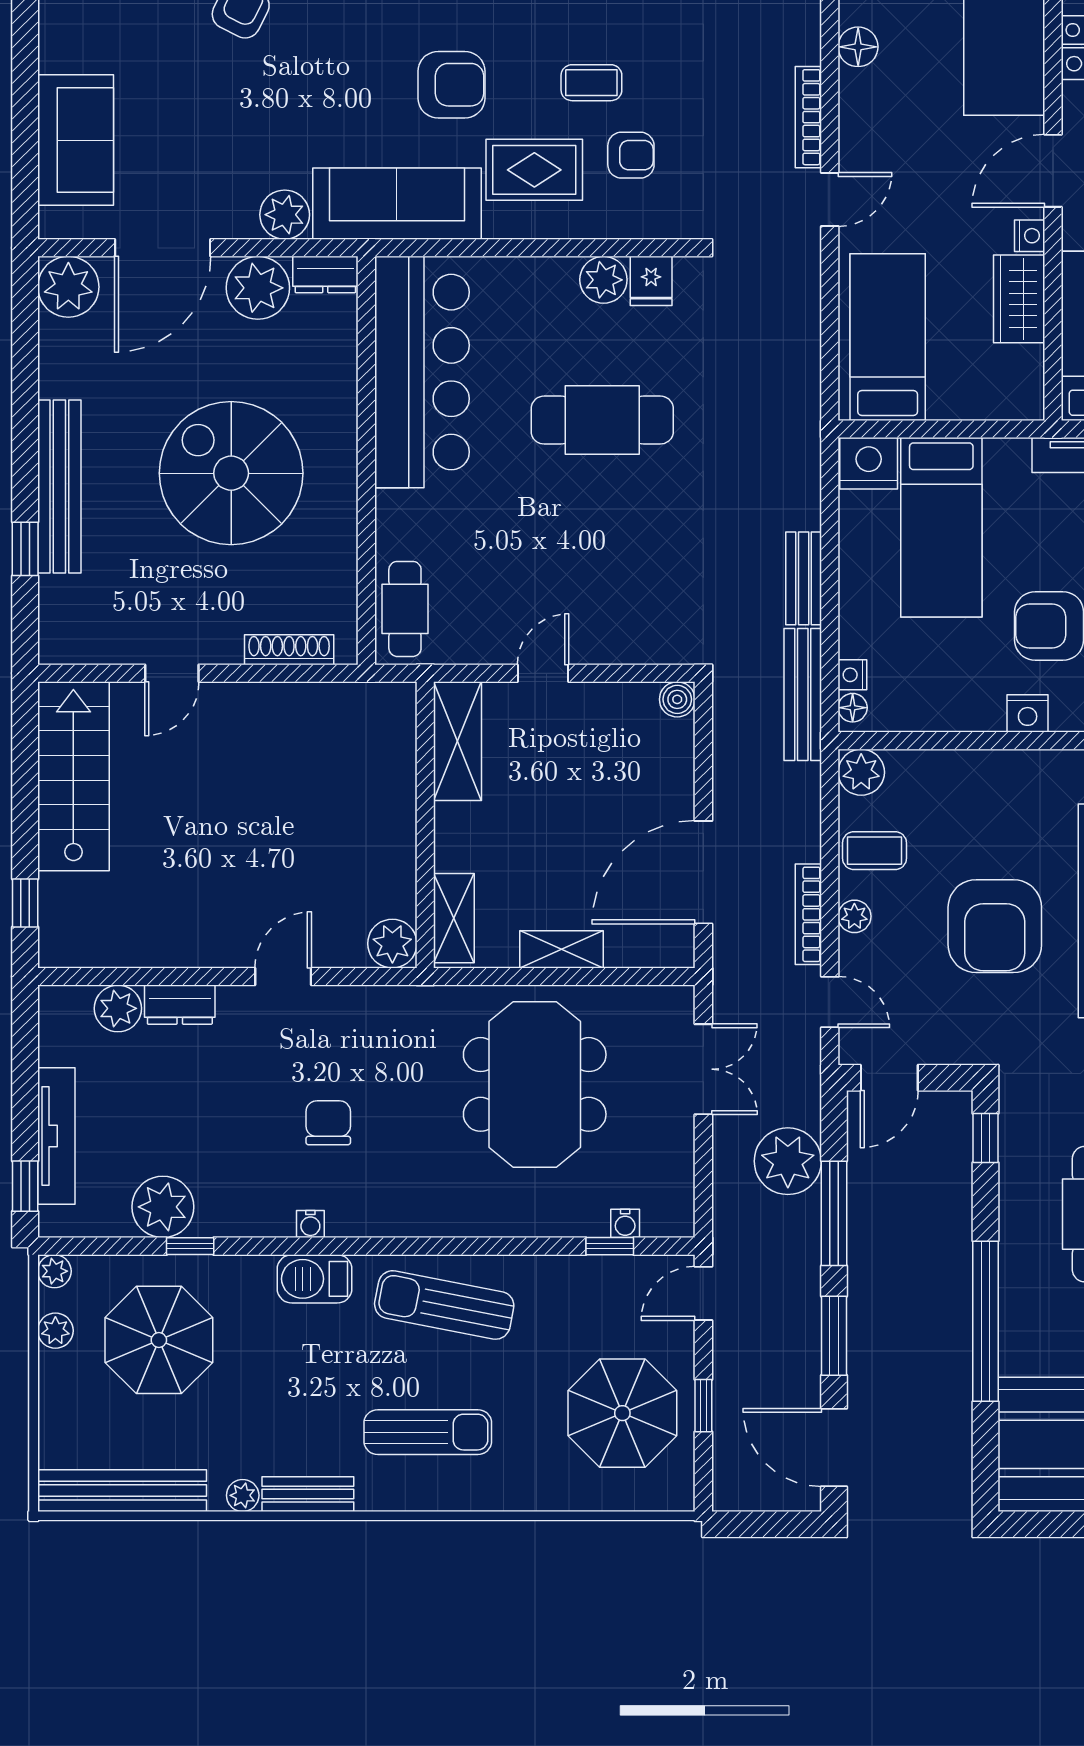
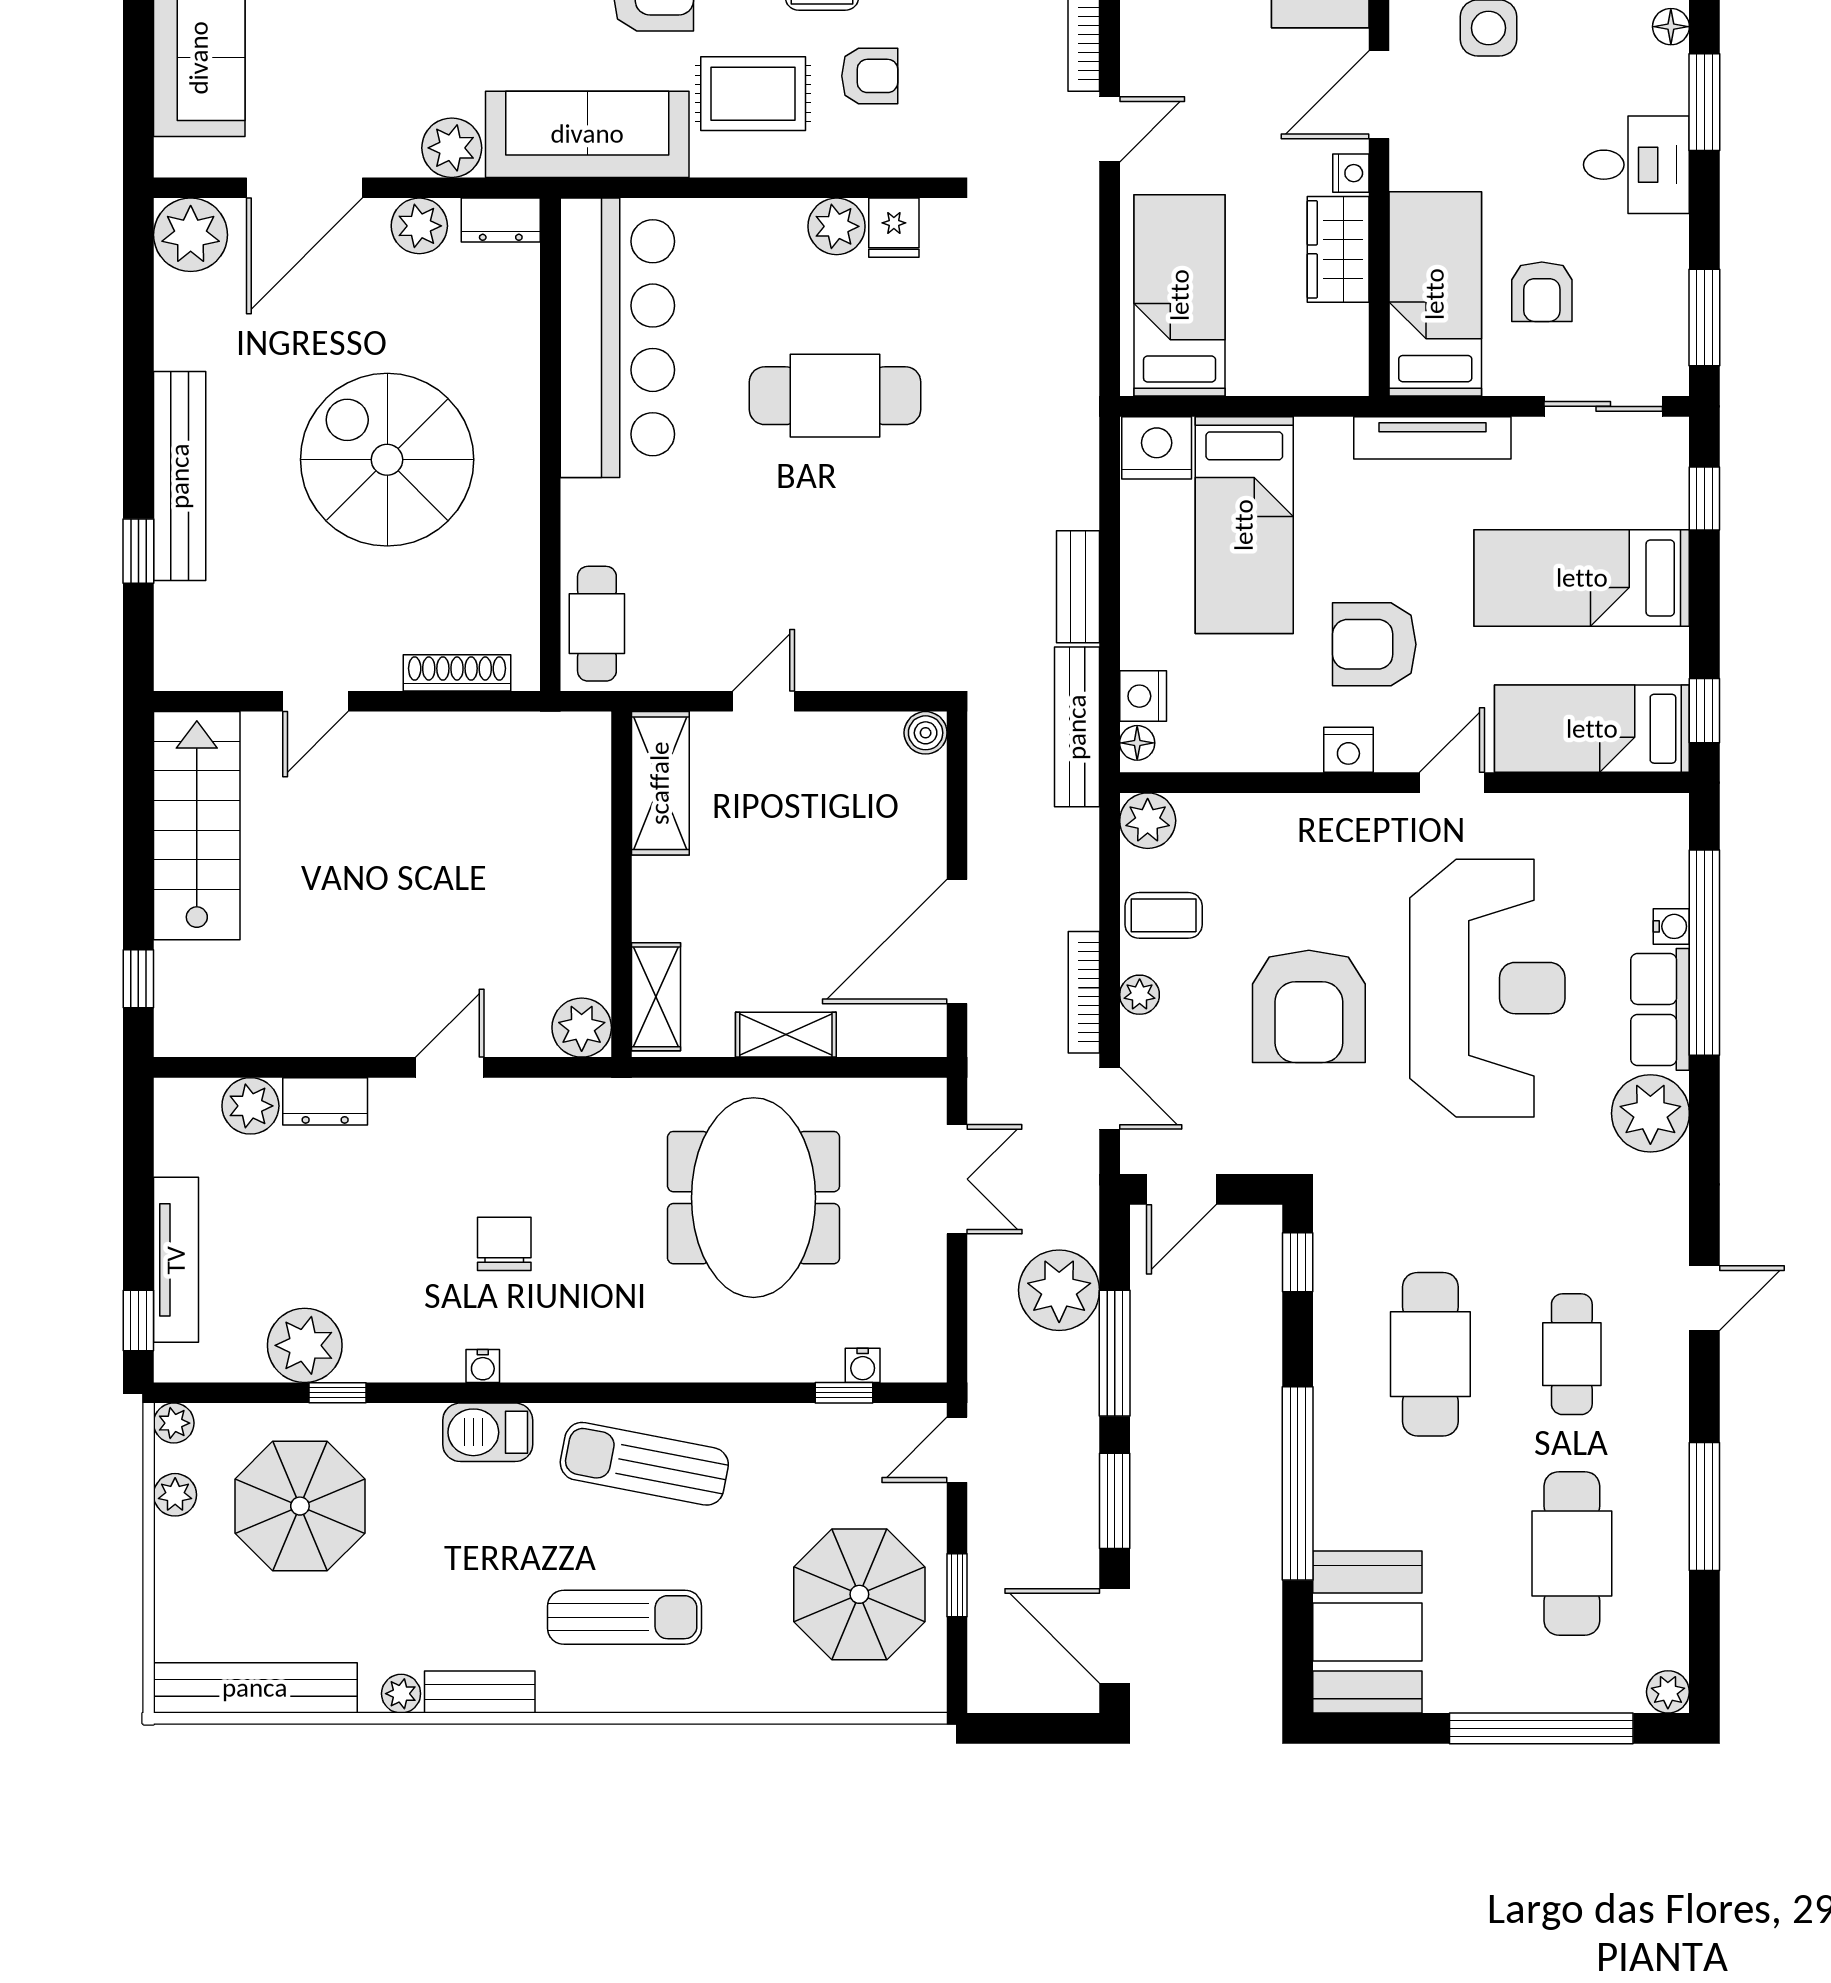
plant: (258, 288) -> (419, 226), width x0.73, depth x0.73
nightstand: (852, 675) -> (1143, 696), width x1.39, depth x1.35

